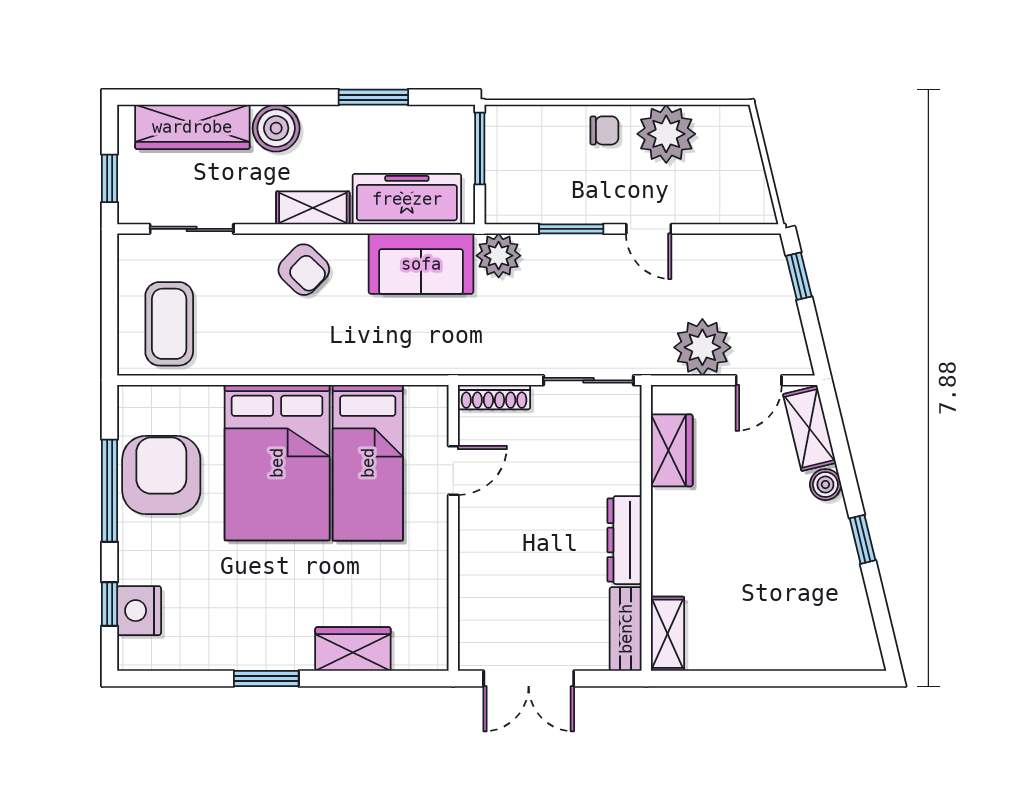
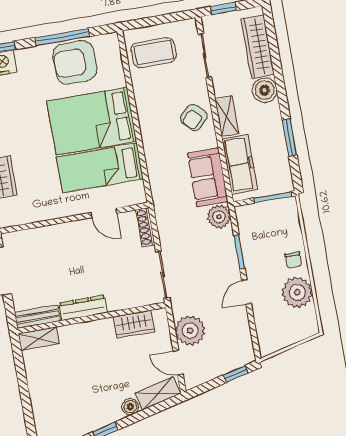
armchair: (161, 475) -> (75, 62), turned 180

